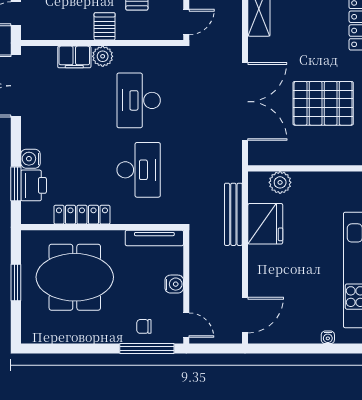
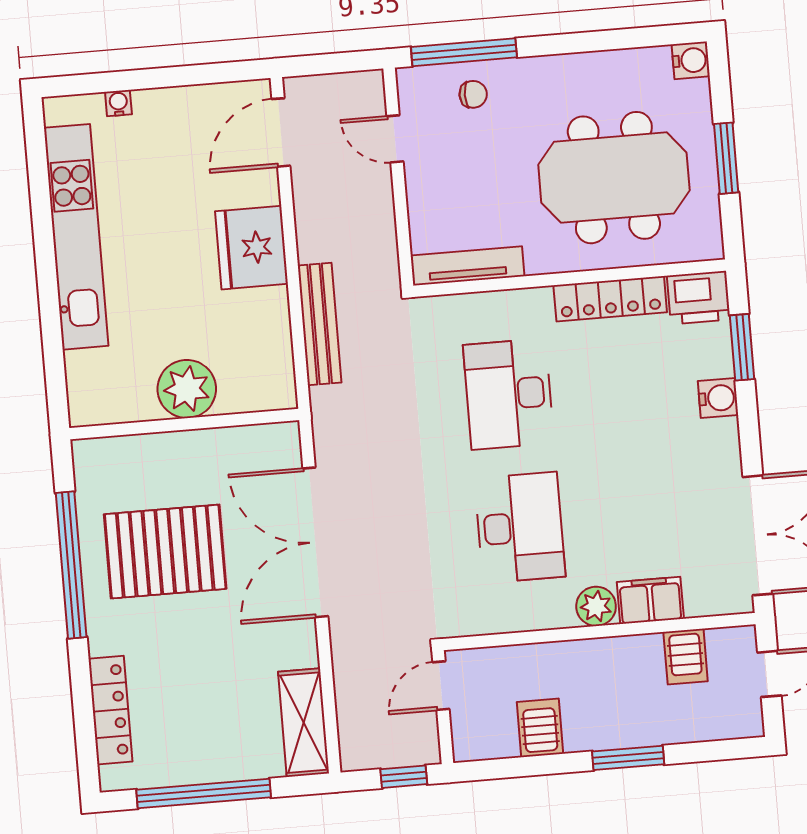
server rack: (105, 26) -> (686, 657), moved
plant: (280, 182) -> (187, 389), moved, width x1.36, depth x1.36
printer: (34, 185) -> (698, 298), moved, turned -90
fridge: (265, 224) -> (252, 248), moved
water cooler: (174, 284) -> (691, 60), moved, turned 180
door: (186, 325) -> (395, 139), moved

